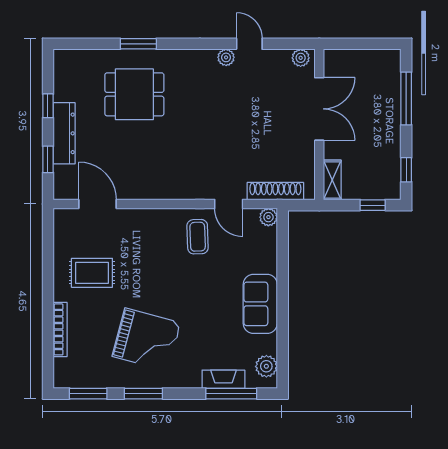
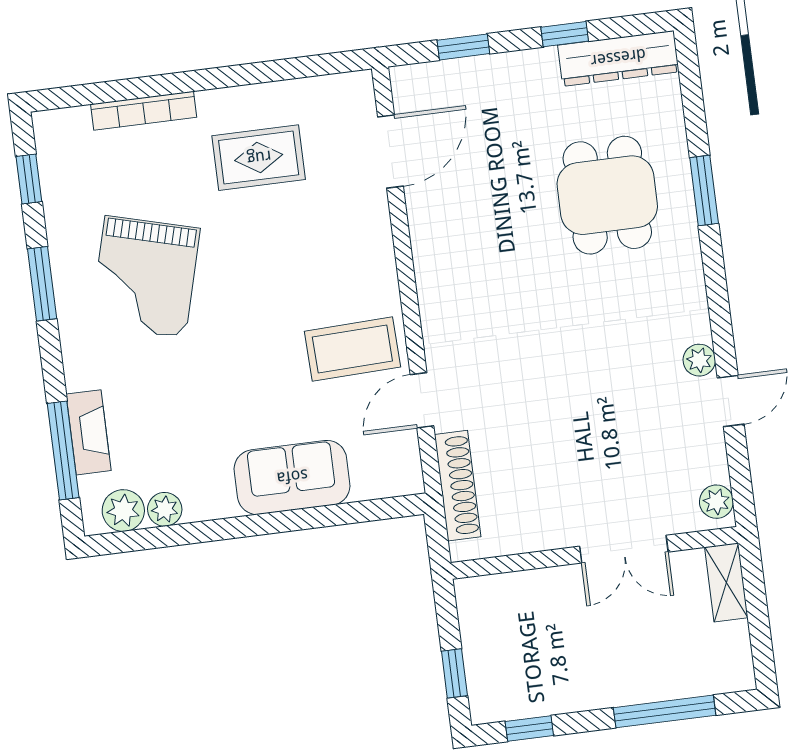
double door: (319, 109) -> (624, 549), width x0.73
dresser: (64, 133) -> (618, 58), moved
shelving: (332, 180) -> (726, 582), moved, turned 90
plant: (268, 217) -> (165, 509), moved
coffee table: (198, 237) -> (352, 349), width x1.36, depth x1.30
rug: (92, 273) -> (259, 158), turned 90
sofa: (260, 304) -> (292, 477), moved
window: (88, 394) -> (29, 179), width x0.67

